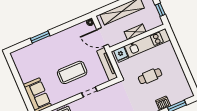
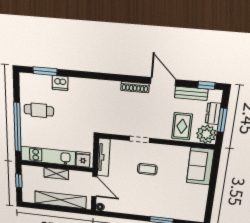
window: (179, 54) -> (17, 127), added
coffee table: (72, 72) -> (147, 169), width x0.54, depth x0.58
cafe table: (150, 76) -> (39, 110), moved

